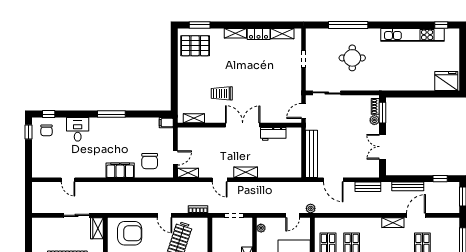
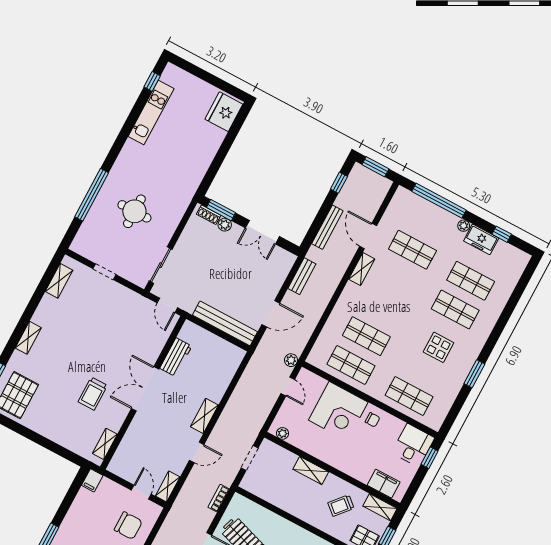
locker: (259, 34) -> (44, 310), removed
kitchen unit: (412, 35) -> (151, 112), width x0.73

